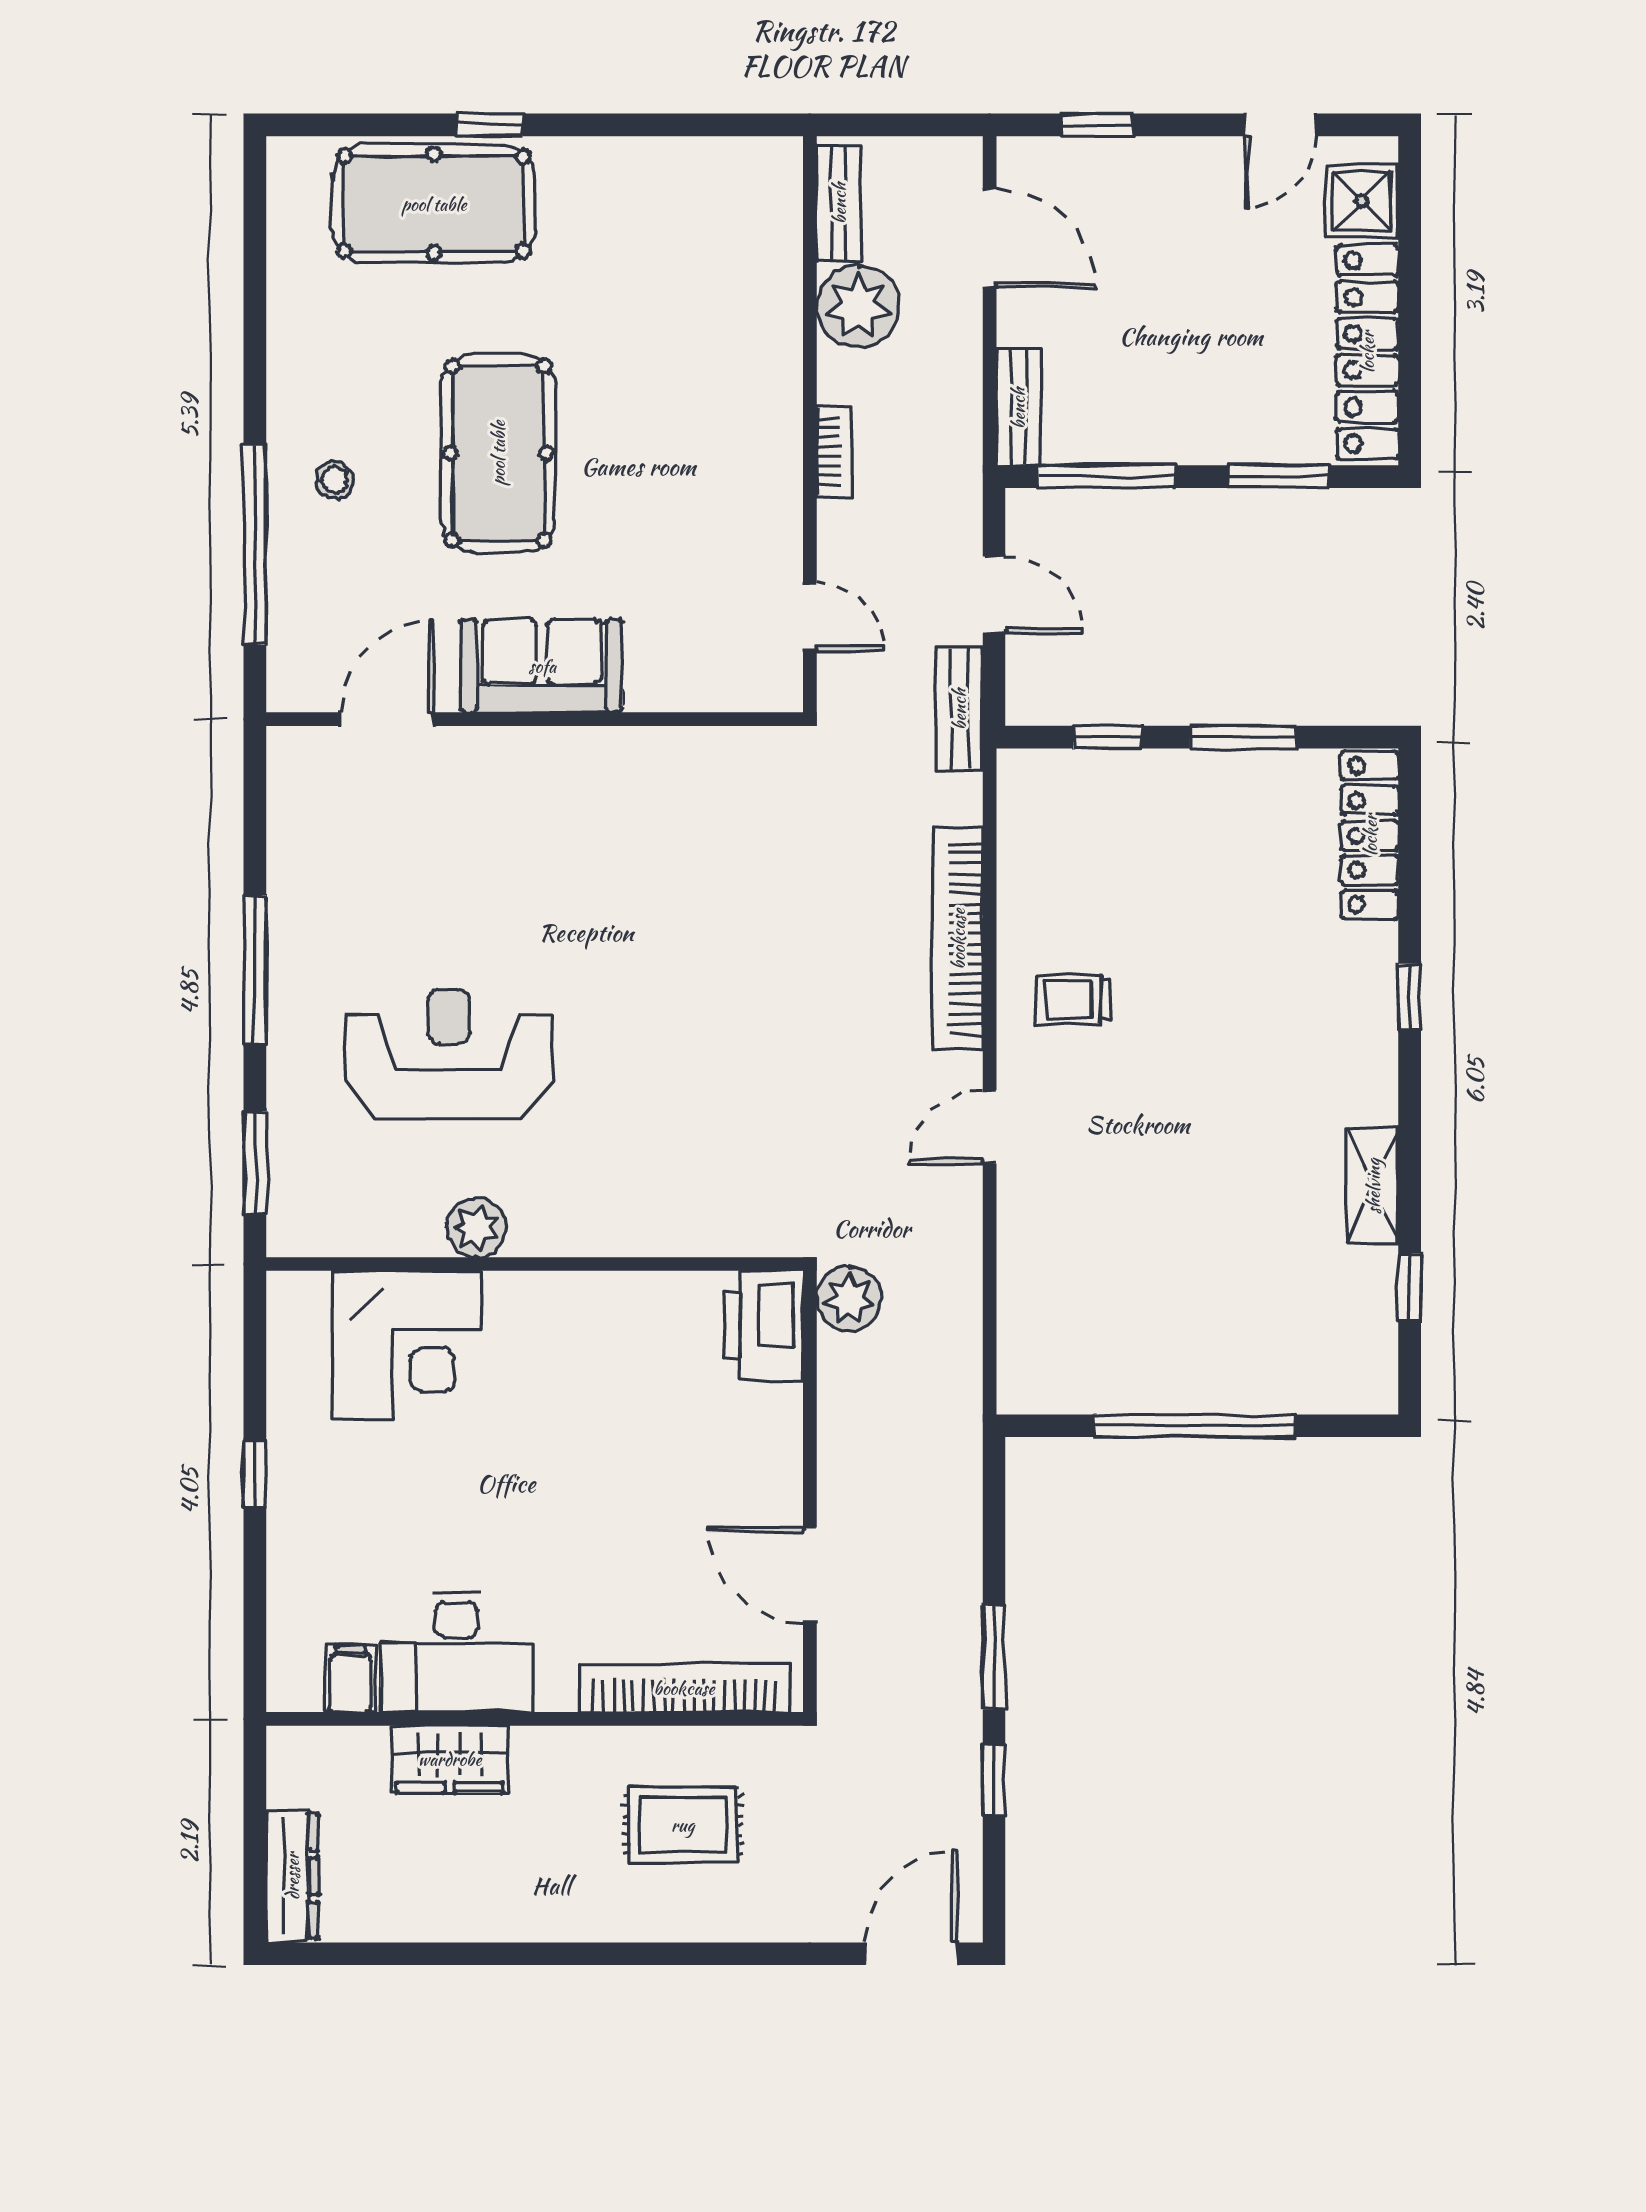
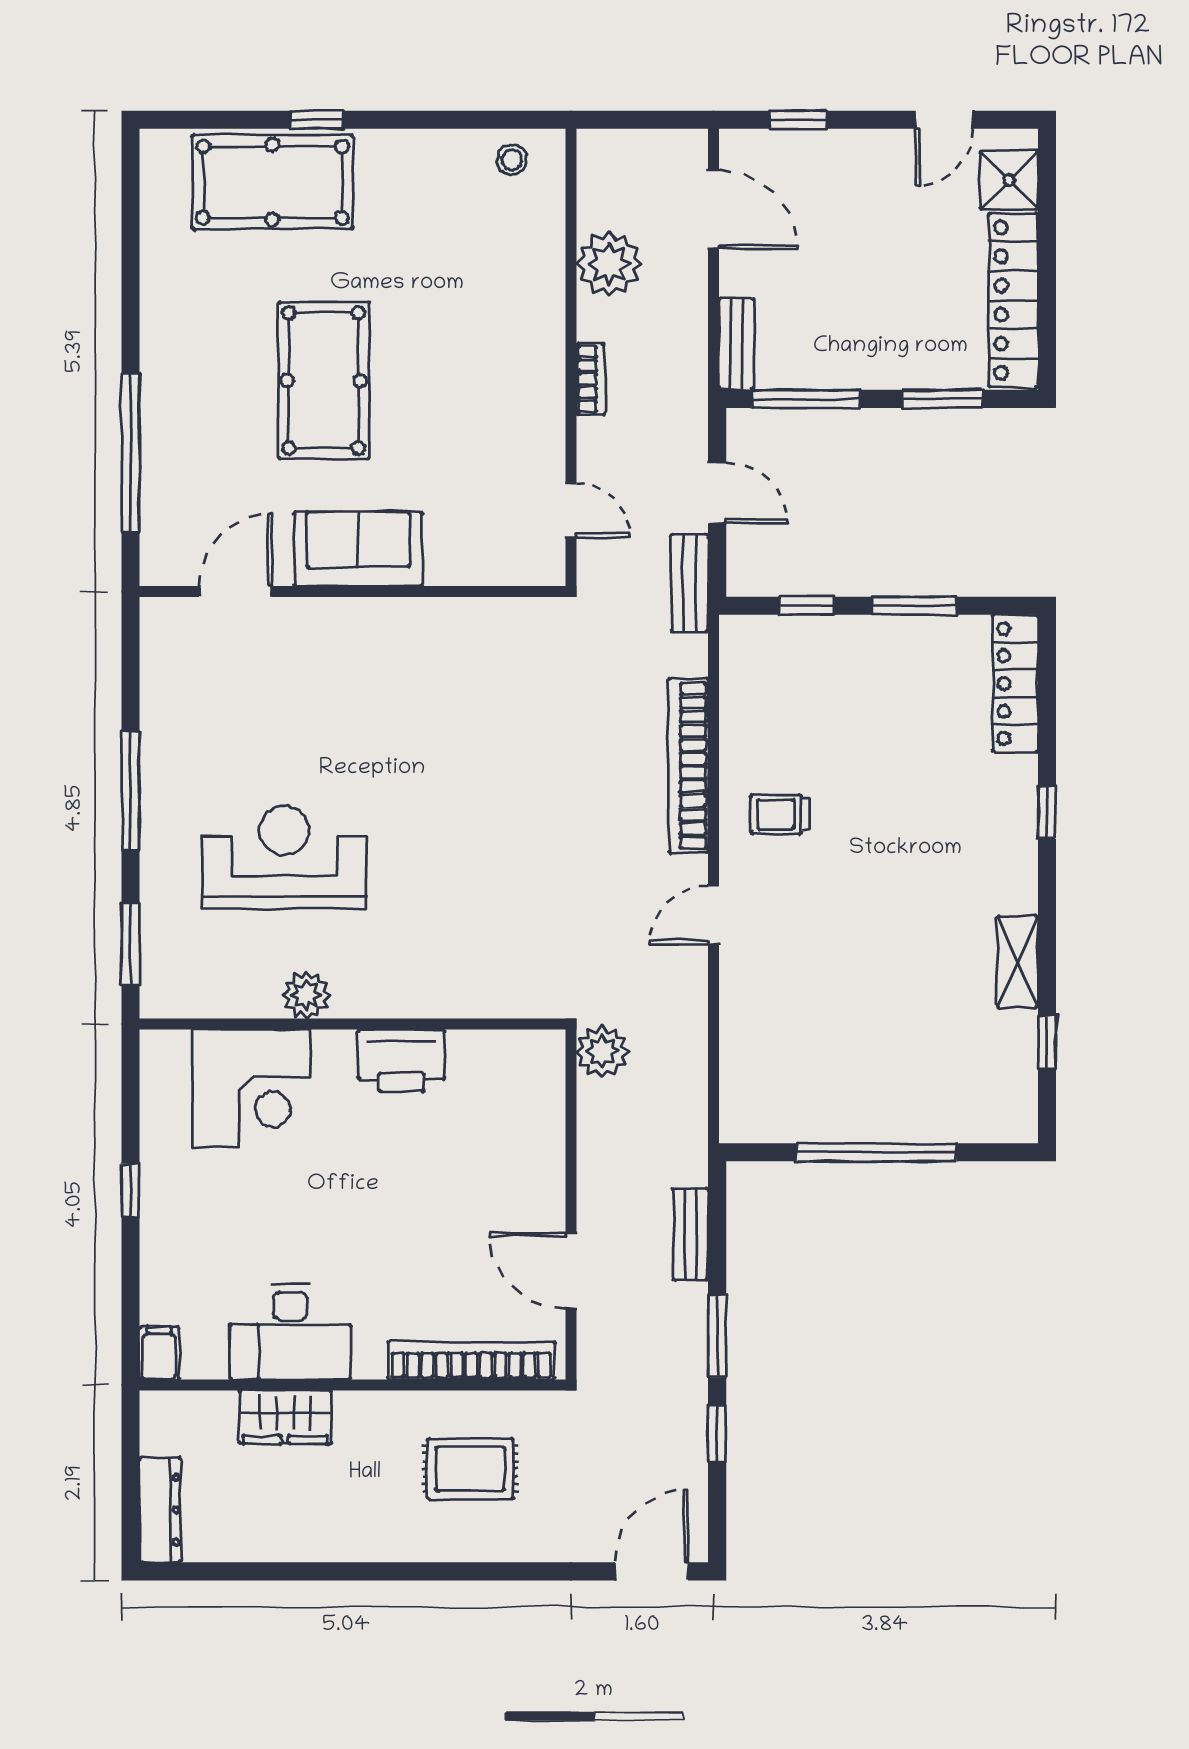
bench: (839, 203) -> (691, 1234), moved
stool: (335, 480) -> (512, 160), moved
printer: (764, 1325) -> (401, 1060), moved, turned -90
filing cabinet: (350, 1679) -> (159, 1353), moved

